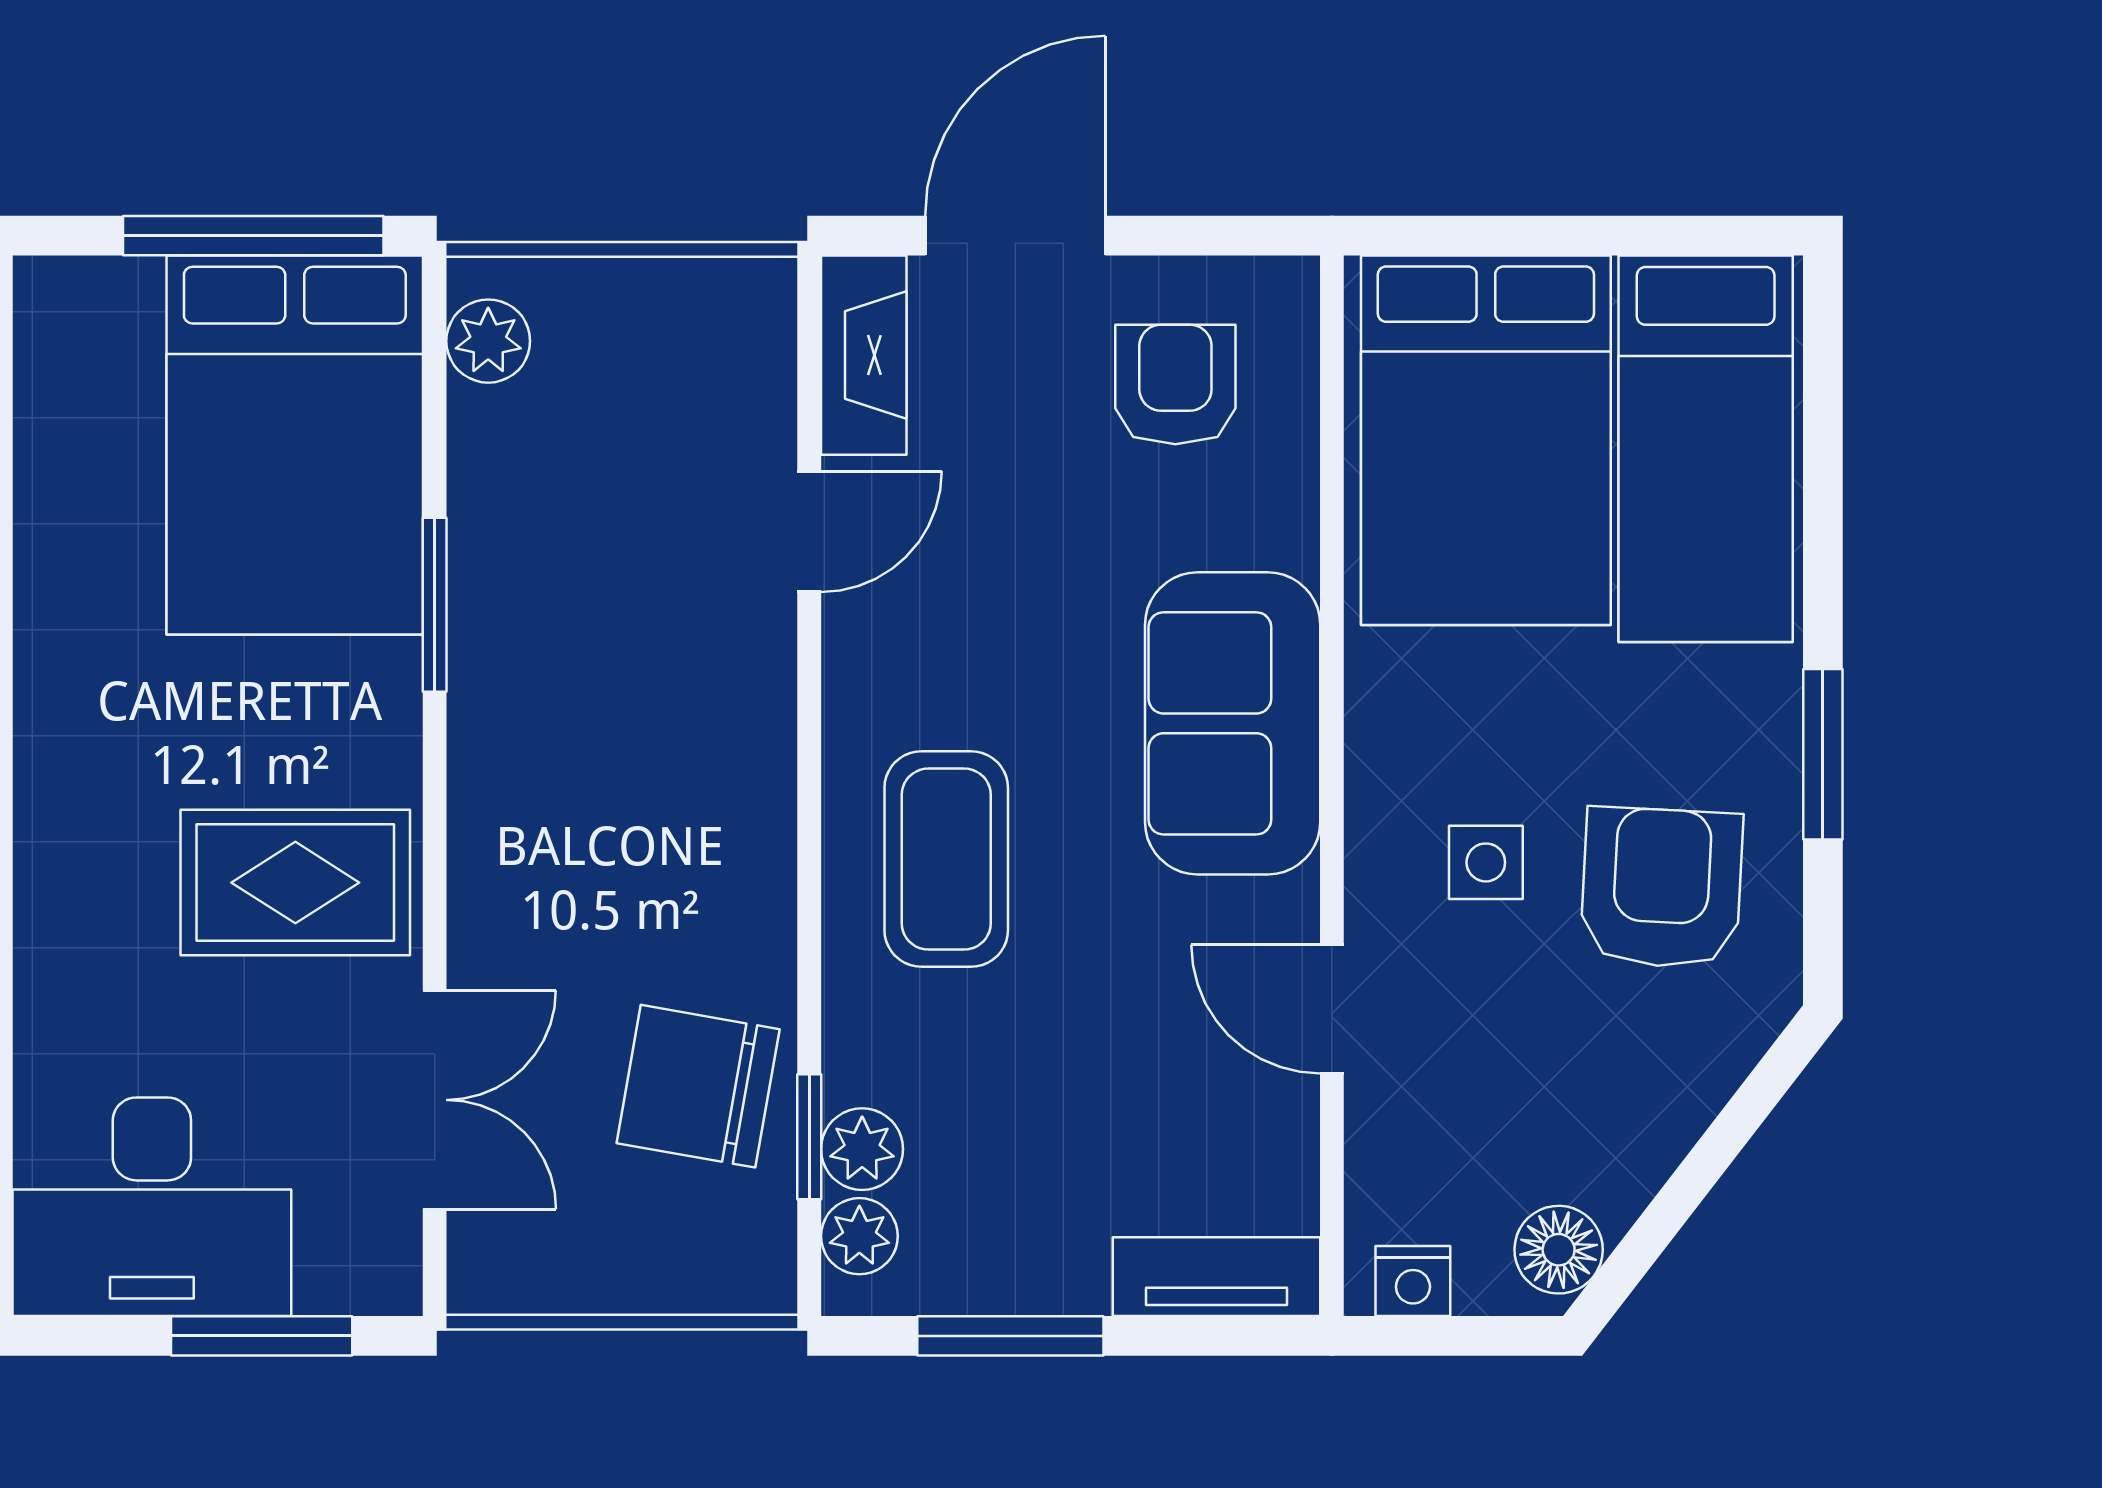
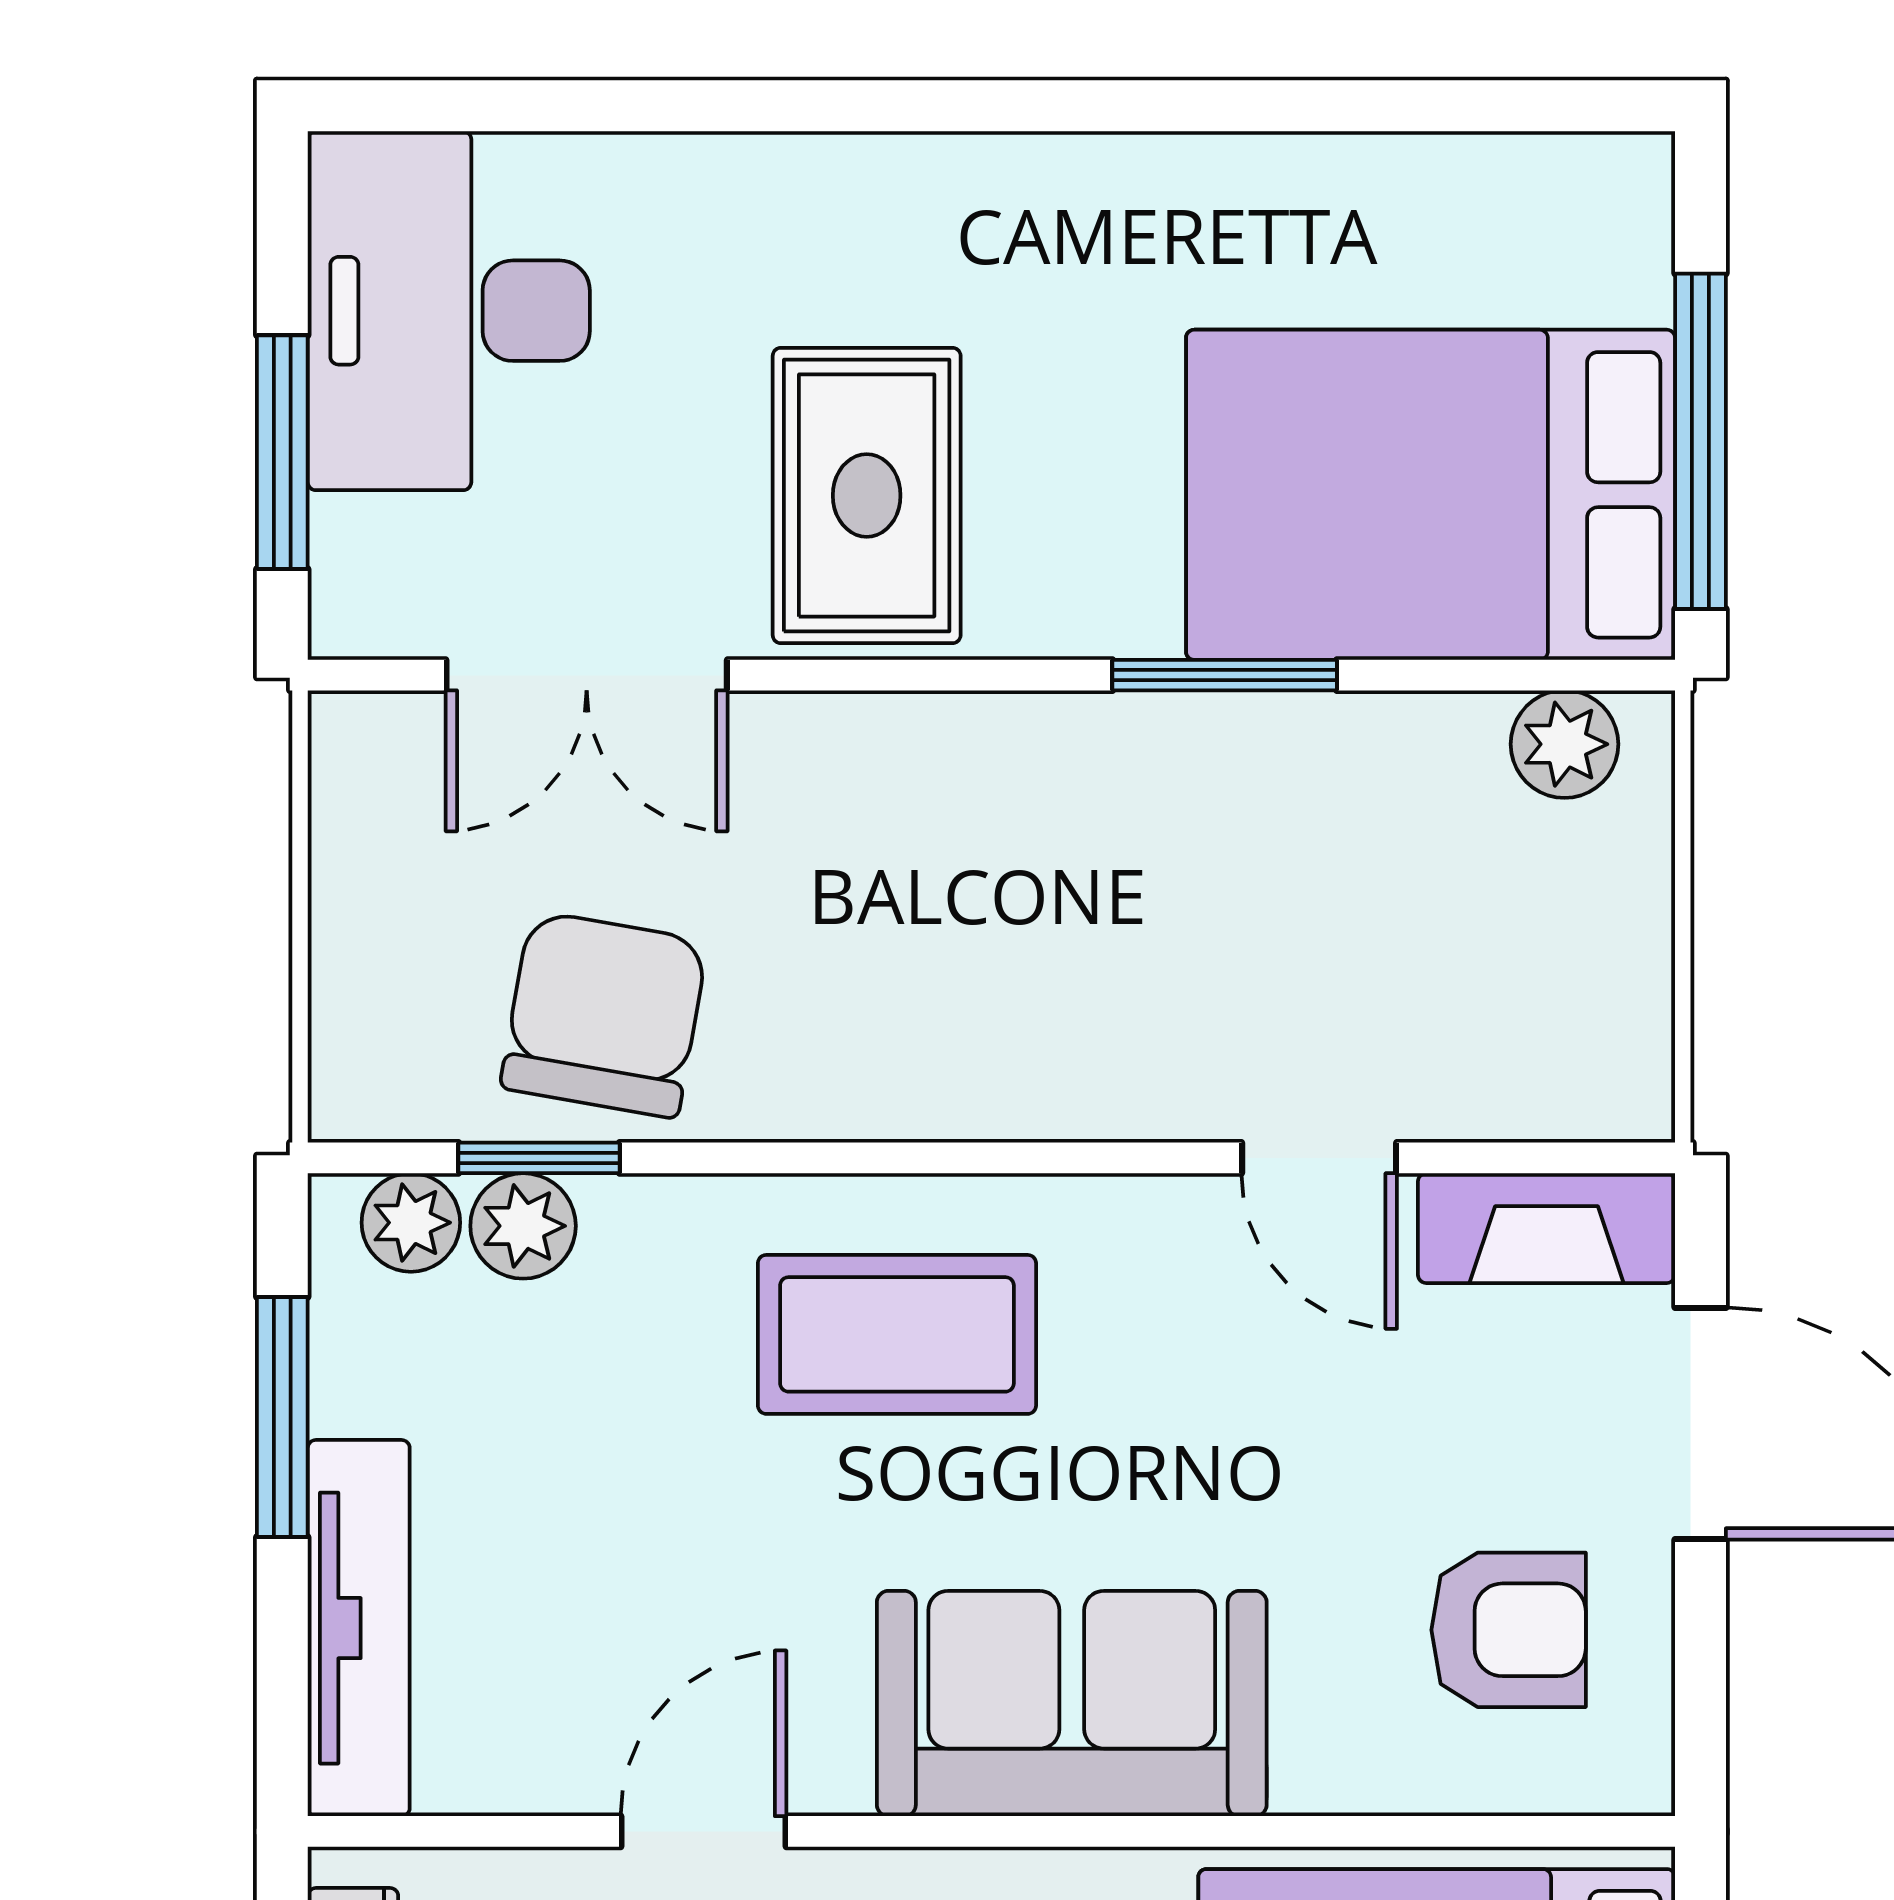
tv unit: (1216, 1277) -> (359, 1628), width x1.41

